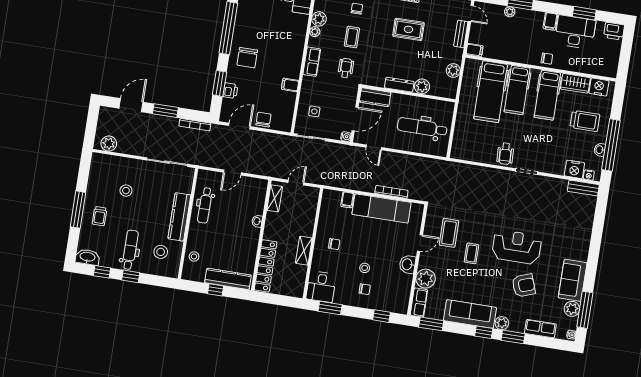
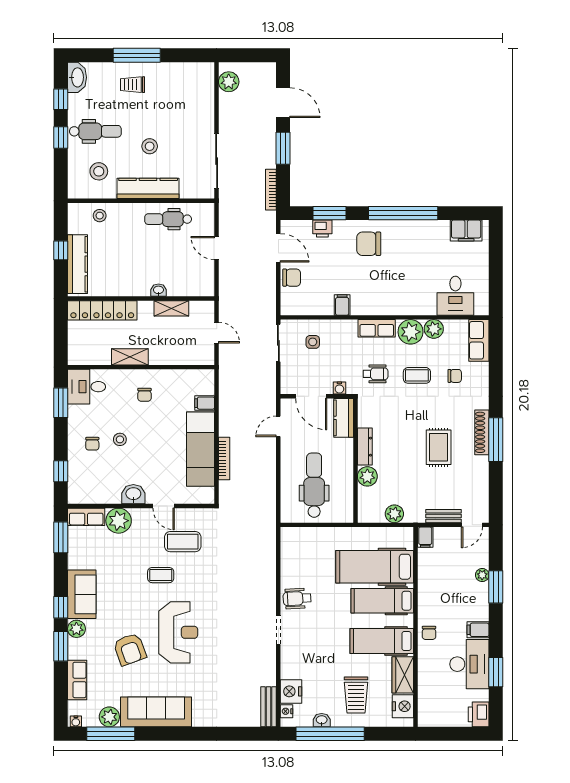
plant: (315, 32) -> (411, 332), width x1.87, depth x1.87
water cooler: (346, 137) -> (339, 388), moved
stool: (126, 191) -> (150, 146), moved
shelving: (275, 198) -> (171, 308), moved
sofa: (573, 280) -> (156, 712), width x1.36
sofa: (470, 314) -> (82, 594), width x0.73

